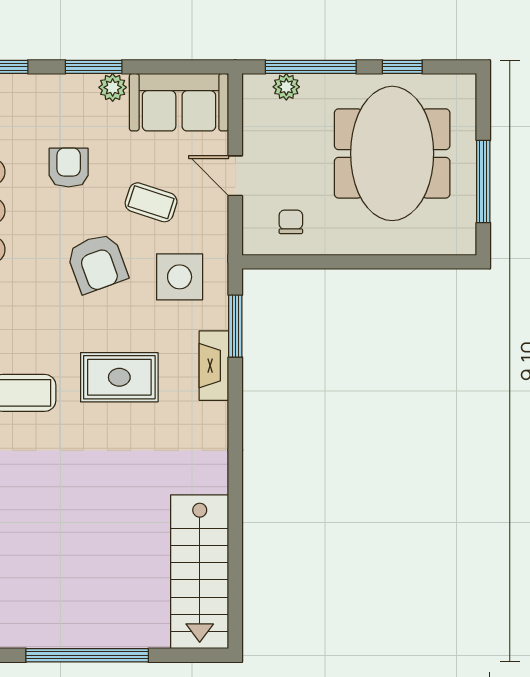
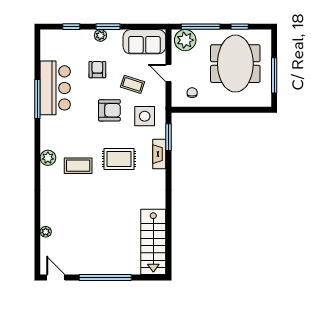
plant: (113, 87) -> (100, 35), moved
plant: (286, 87) -> (185, 40), width x1.88, depth x1.88
armchair: (97, 263) -> (109, 110), turned -70

